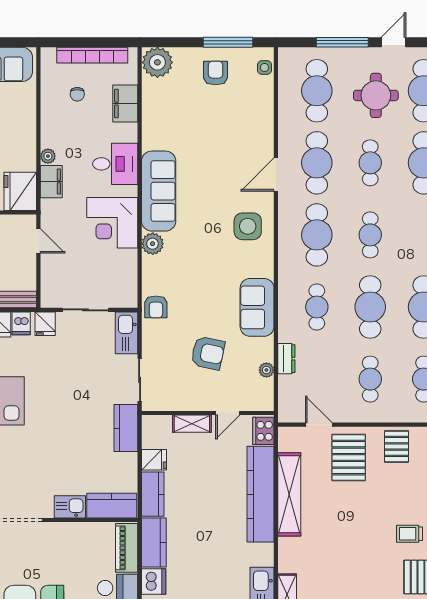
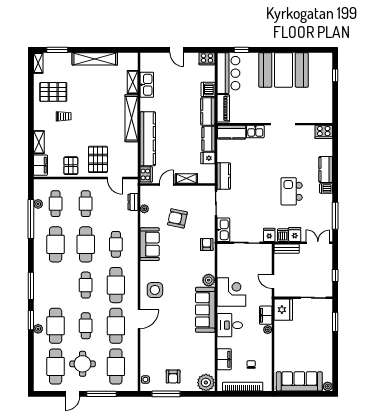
dresser: (286, 359) -> (133, 202), moved
shelving: (289, 494) -> (131, 118), moved

